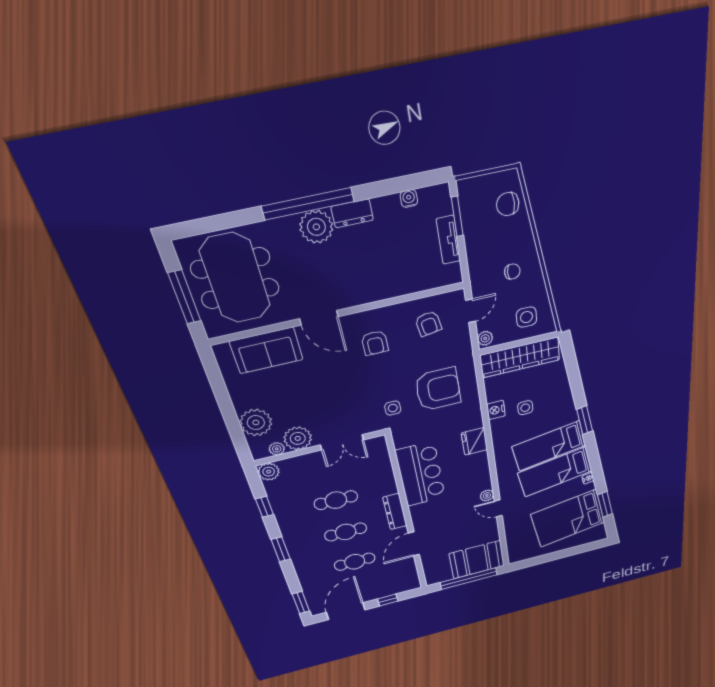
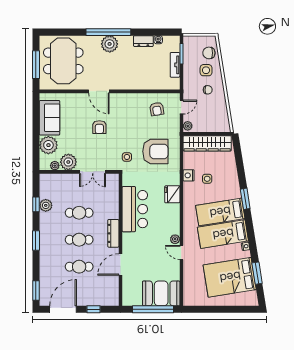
dresser: (352, 213) -> (143, 41), moved
side table: (526, 317) -> (206, 70), moved
armchair: (375, 343) -> (99, 127), moved
sofa: (267, 350) -> (50, 118), moved, turned -90
plant: (269, 472) -> (46, 205), moved

